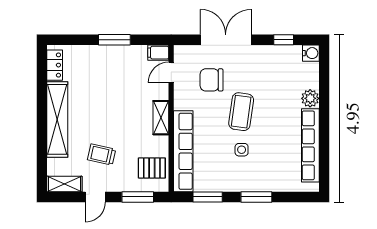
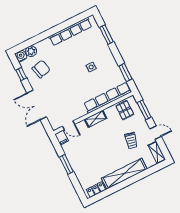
chair: (212, 80) -> (41, 69), moved, turned -104
plant: (310, 98) -> (31, 51), moved
coffee table: (241, 112) -> (71, 77), removed
window: (256, 197) -> (106, 35), moved

